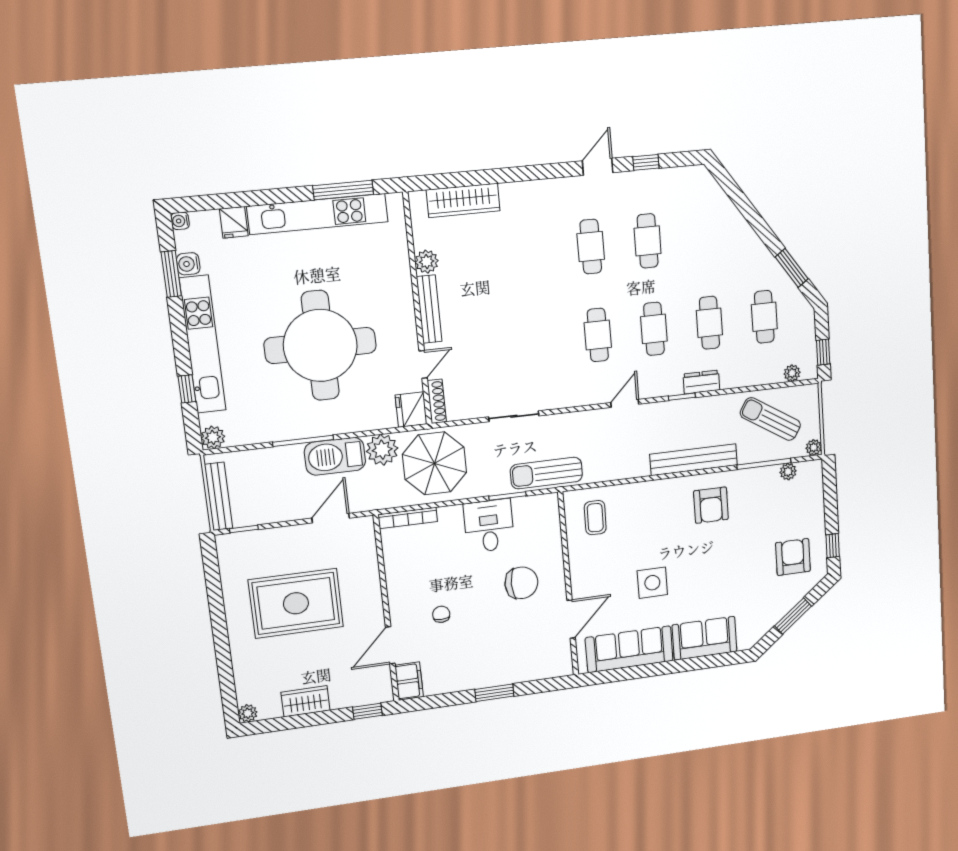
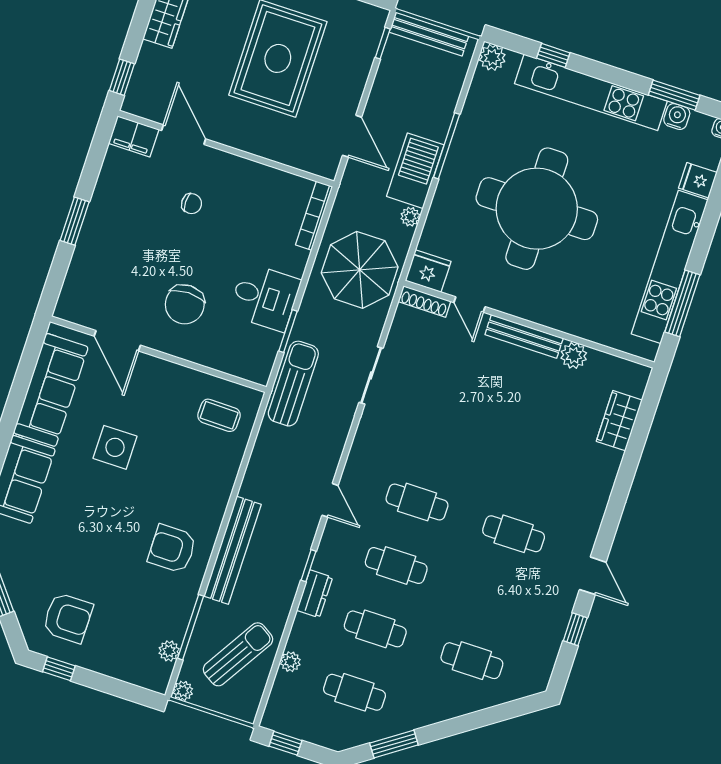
wardrobe: (463, 200) -> (619, 421), width x0.67
cafe table: (648, 241) -> (472, 661), moved
plant: (792, 373) -> (290, 662), moved
plant: (382, 450) -> (410, 217), width x0.53, depth x0.53

